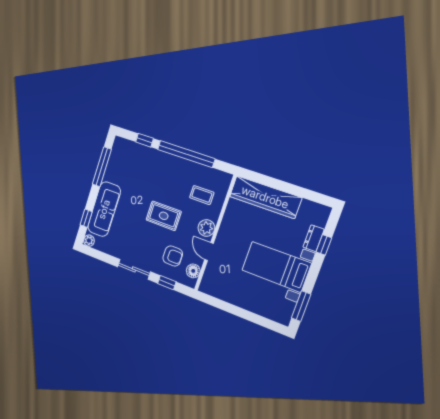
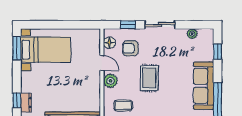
sofa: (104, 209) -> (204, 86), moved
rug: (164, 216) -> (149, 78), turned 90
plant: (89, 241) -> (192, 34), moved
bed with nightstands: (276, 267) -> (46, 50), moved

